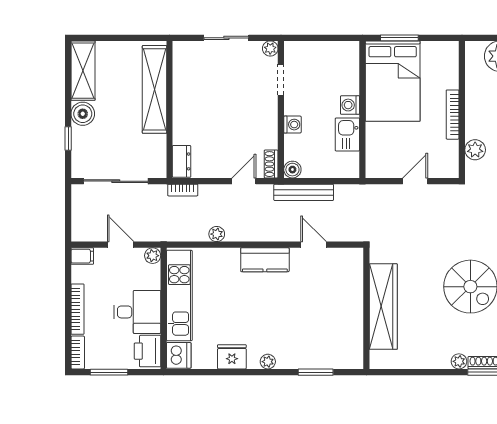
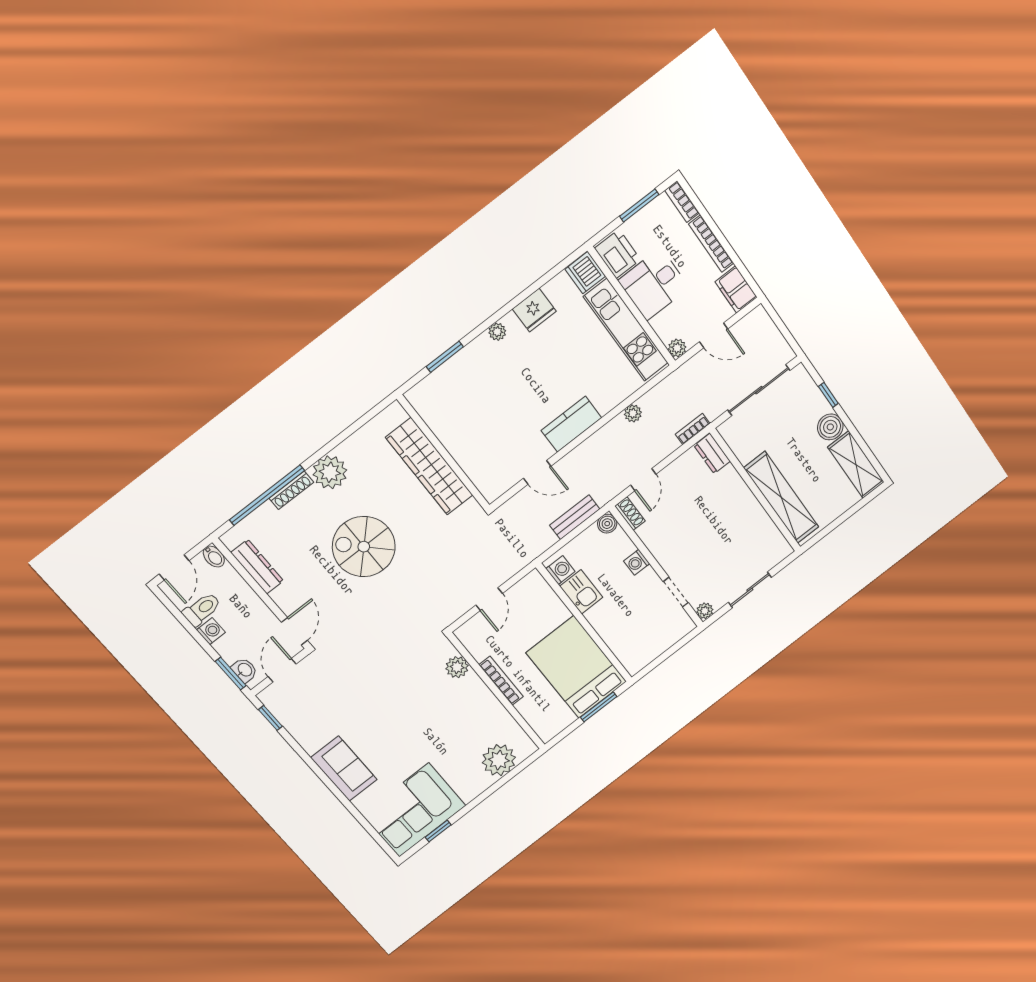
washing machine: (350, 105) -> (560, 570), moved
bench: (304, 192) -> (575, 517), width x0.73
filing cabinet: (82, 256) -> (736, 290), width x2.00
plant: (459, 361) -> (330, 472), width x1.88, depth x1.88

